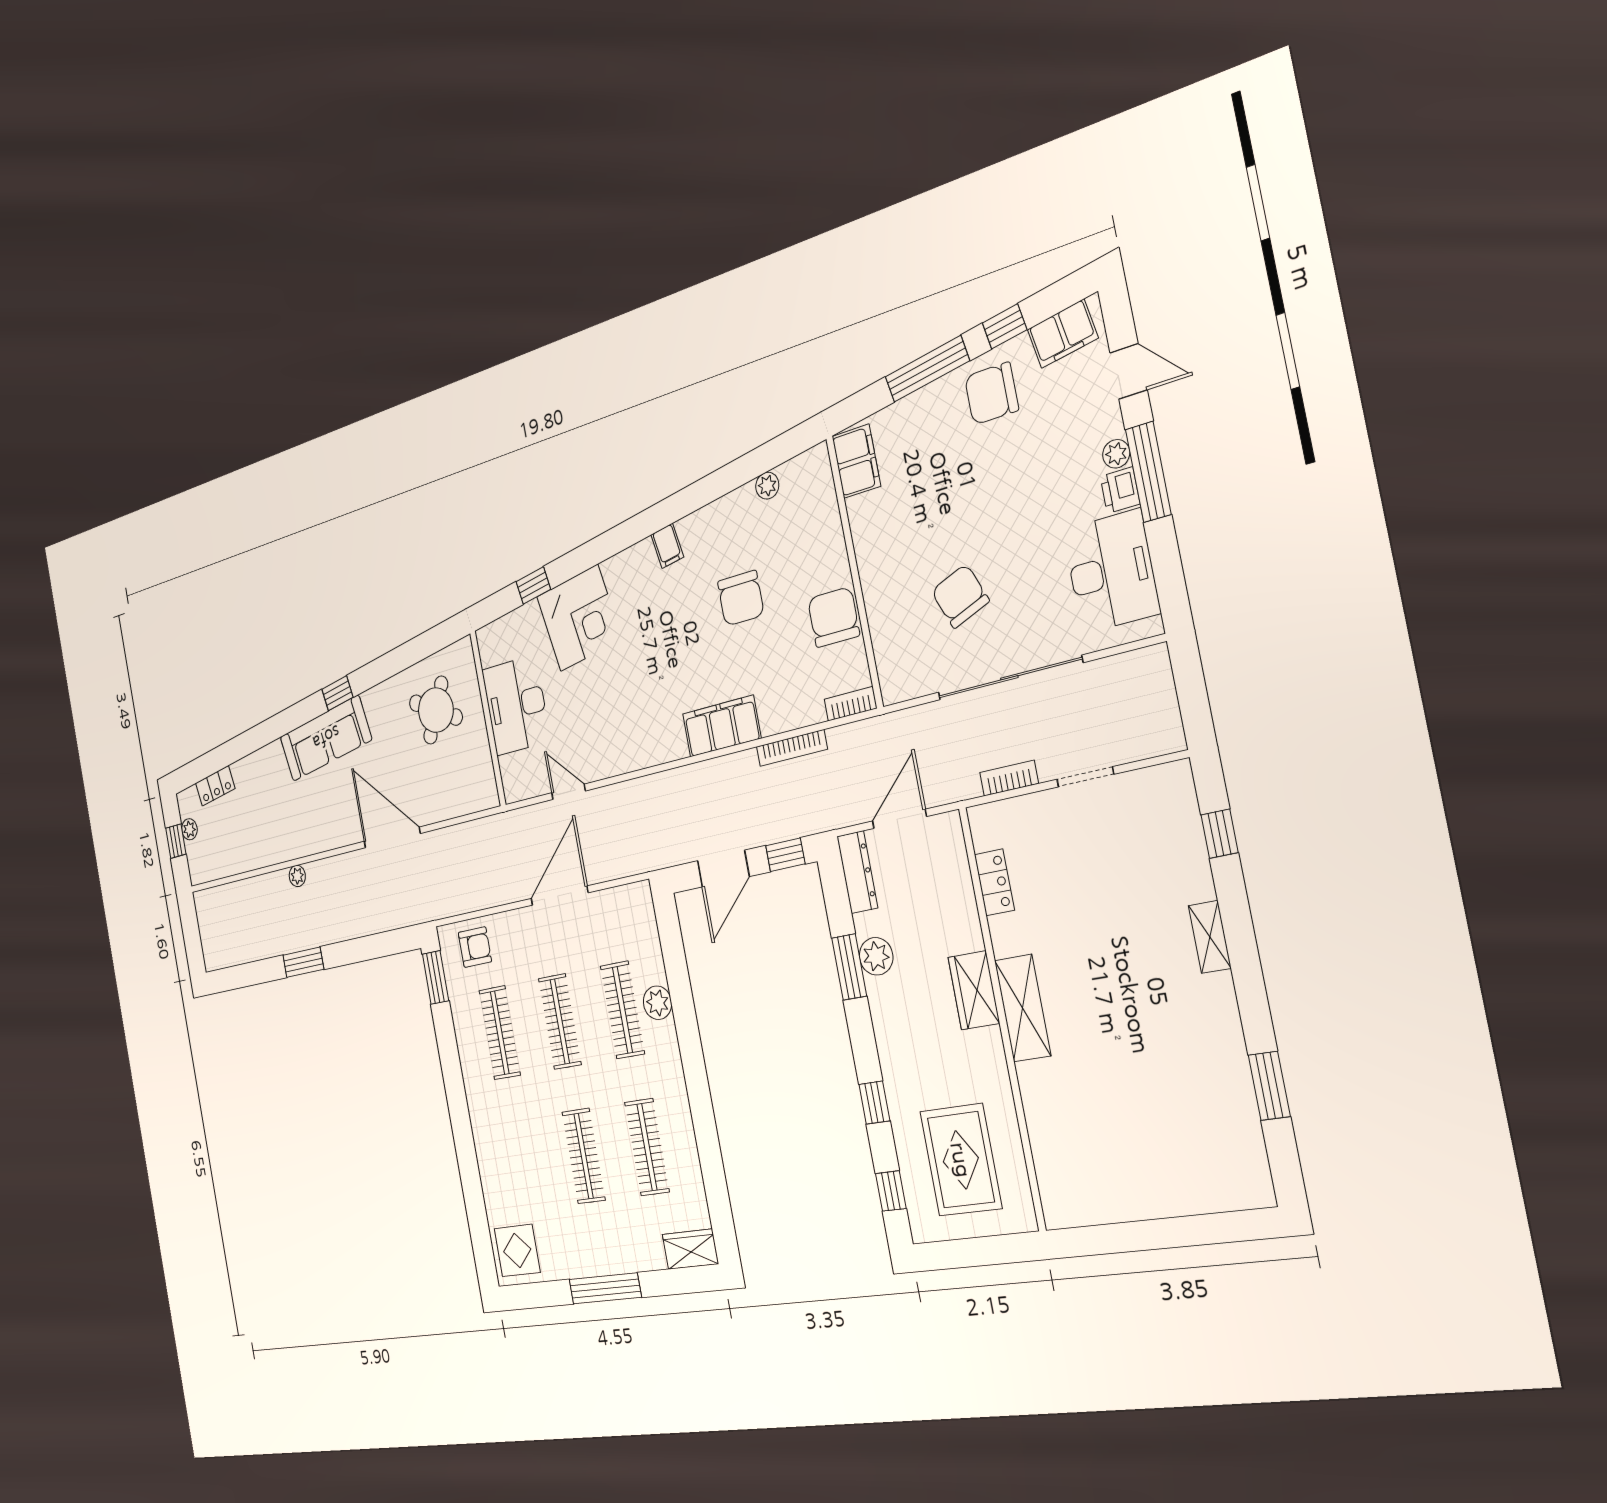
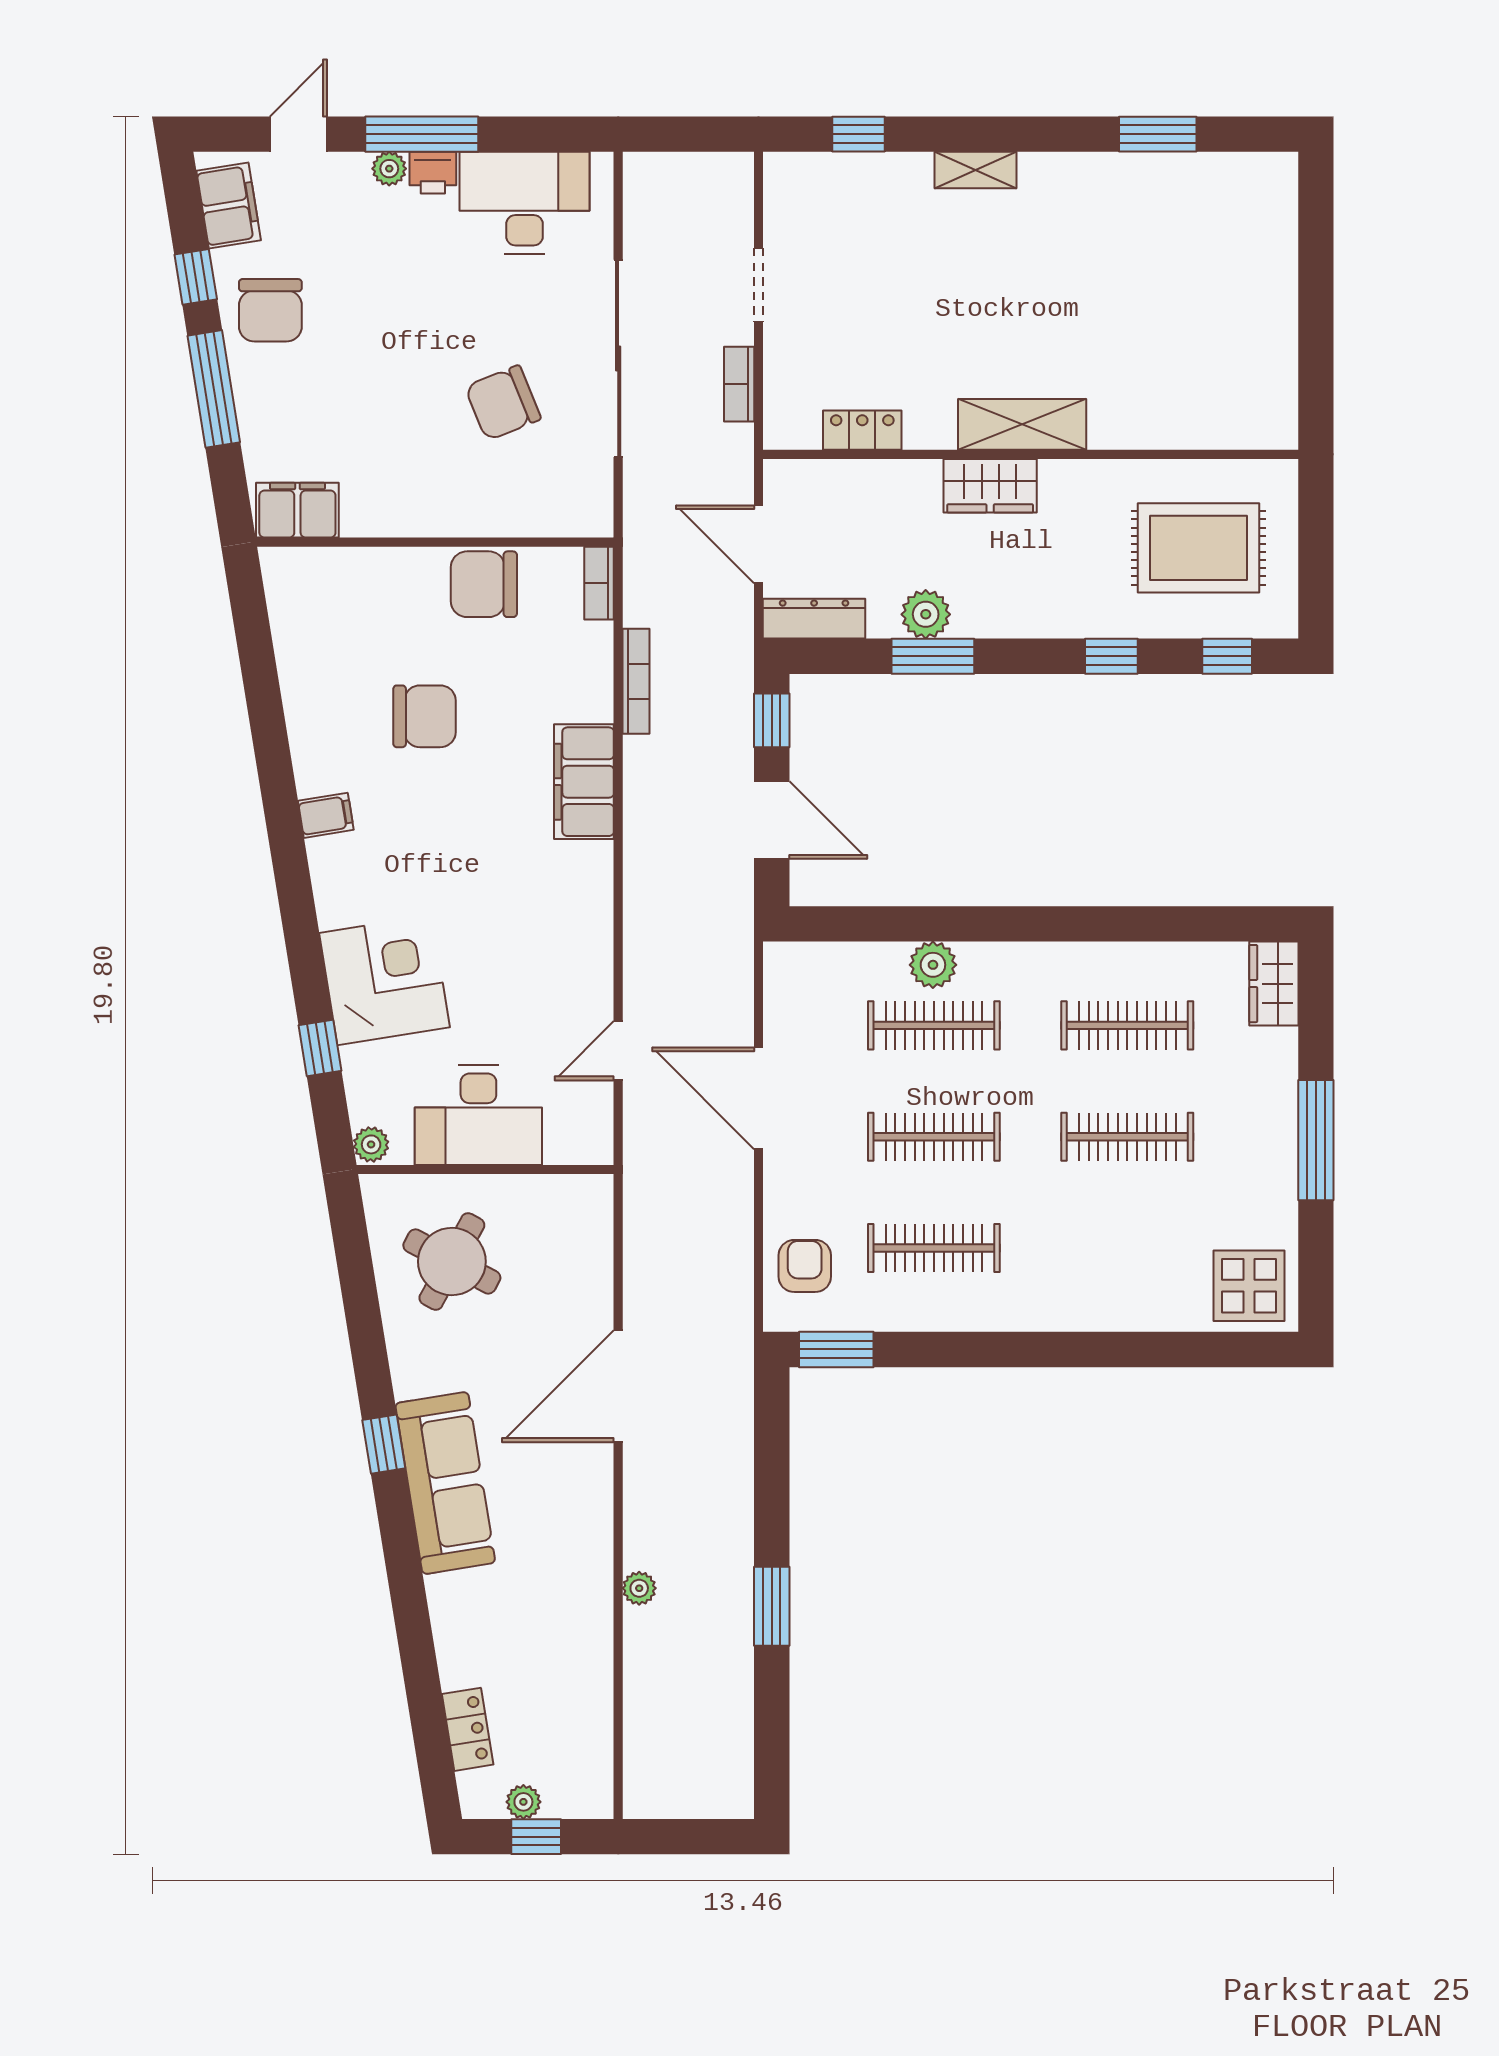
plant: (767, 486) -> (371, 1144), moved

